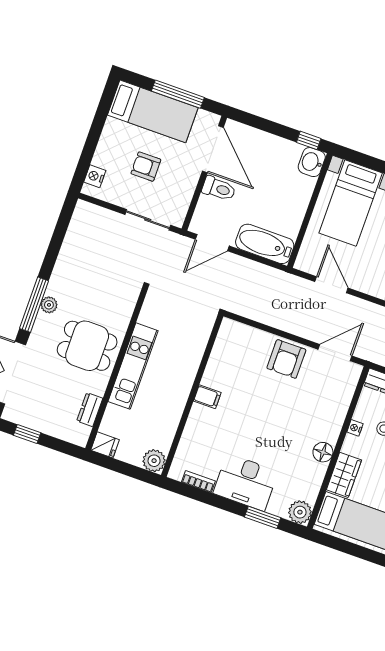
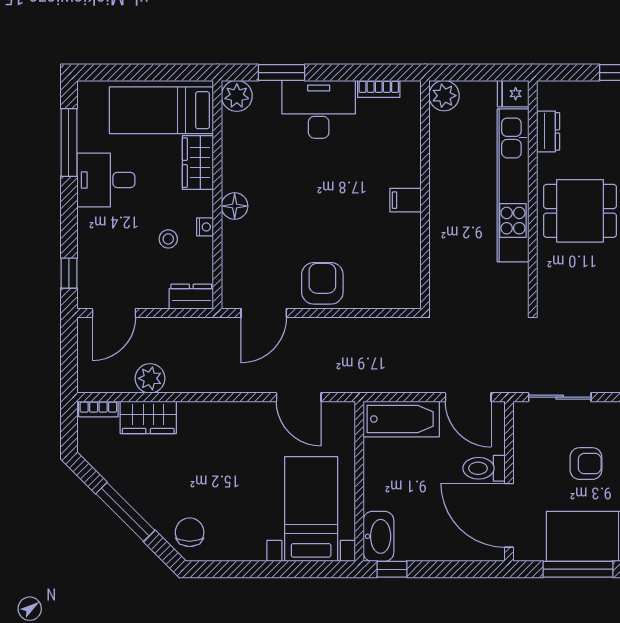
washbasin: (312, 162) -> (378, 536), width x1.38
door: (212, 243) -> (468, 397), swing flipped
kitchen unit: (133, 366) -> (513, 185), width x1.36
floor lamp: (323, 452) -> (235, 206), moved

